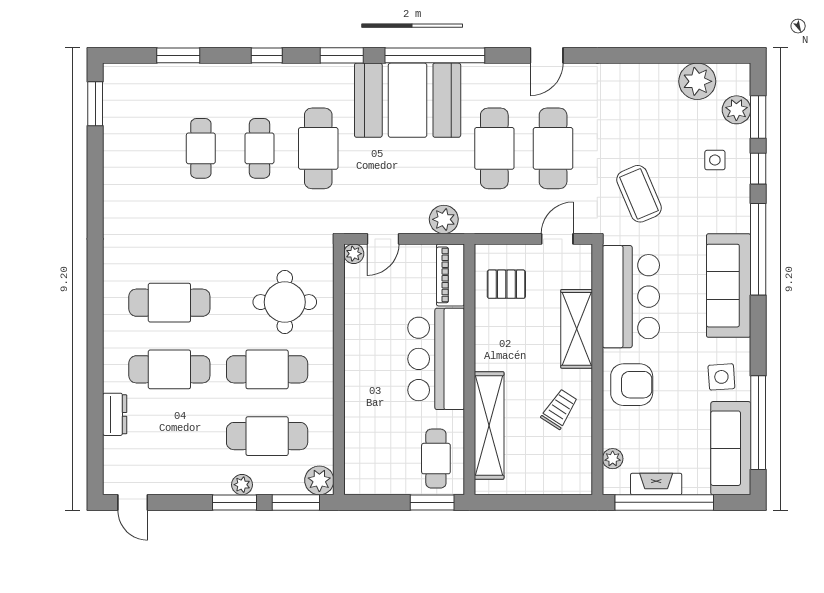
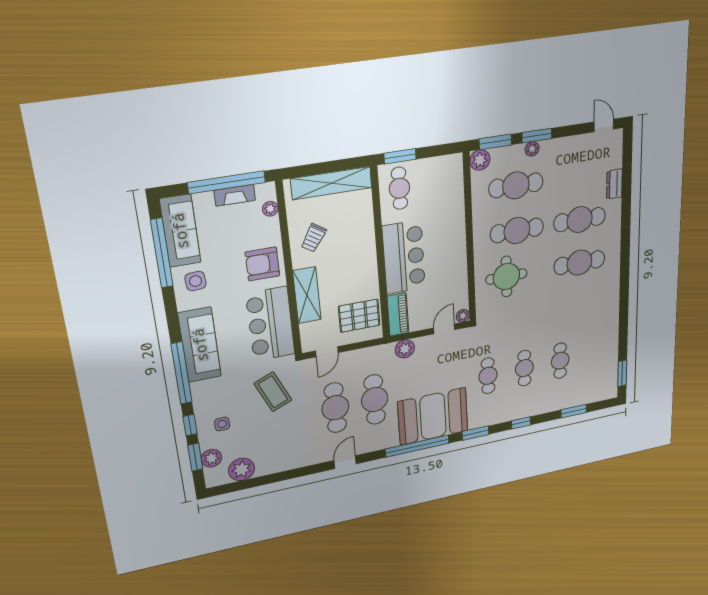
cafe table: (318, 148) -> (488, 376), width x0.73, depth x0.74
pallet: (506, 284) -> (359, 316), width x1.50, depth x1.42
shelving: (489, 425) -> (331, 183), moved, turned 90

